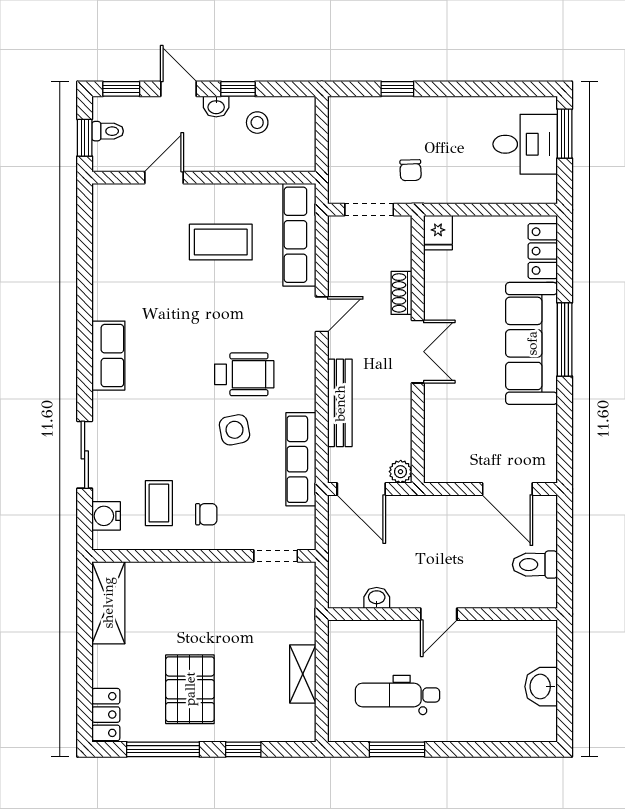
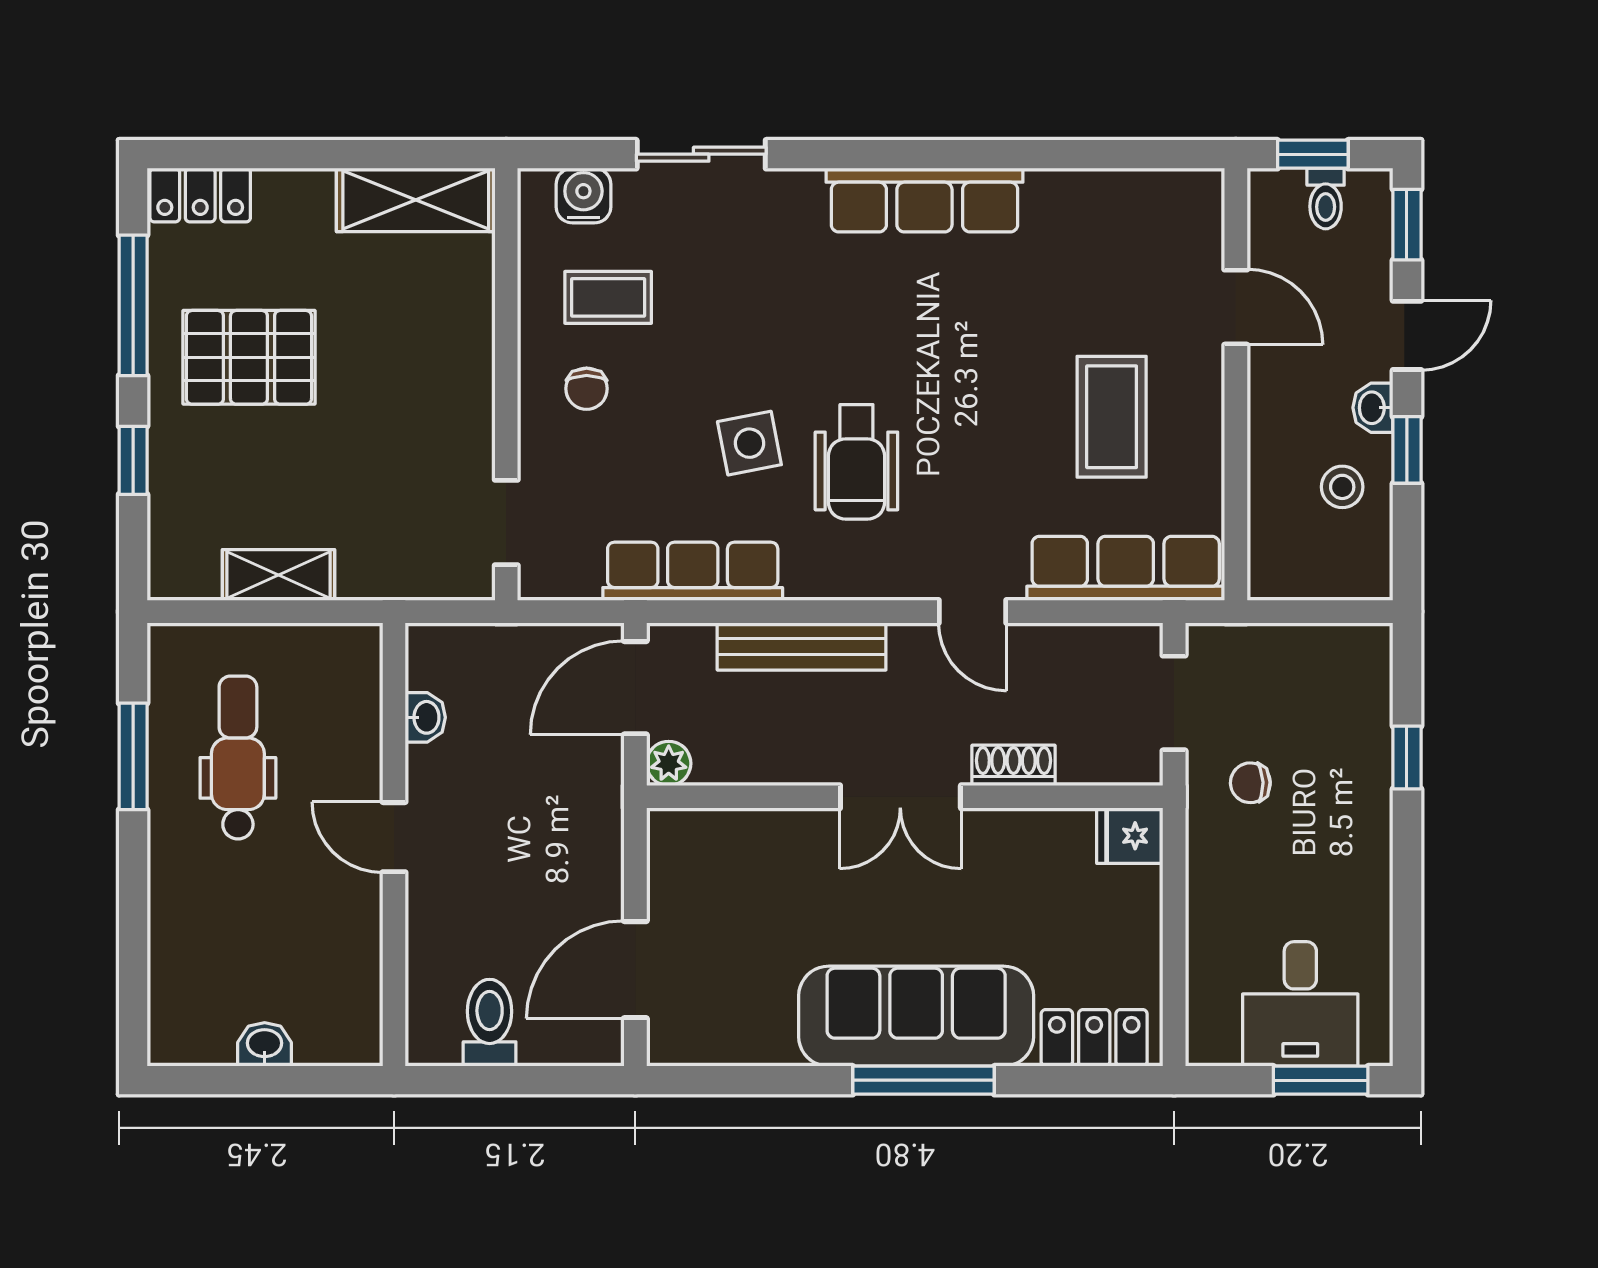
row of seats: (108, 356) -> (924, 200), width x1.48
washbasin: (541, 687) -> (265, 1044), width x0.72, depth x0.69

